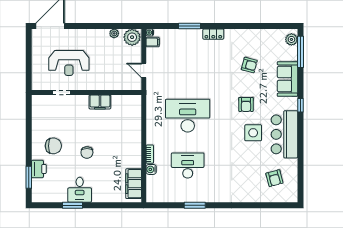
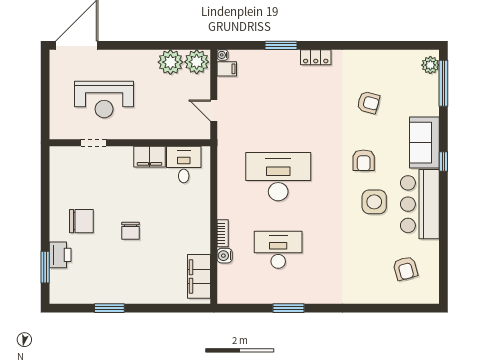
plant: (114, 33) -> (170, 62), width x1.88, depth x1.88
sofa: (287, 79) -> (424, 143), moved
desk: (80, 190) -> (184, 165), moved, turned 180

